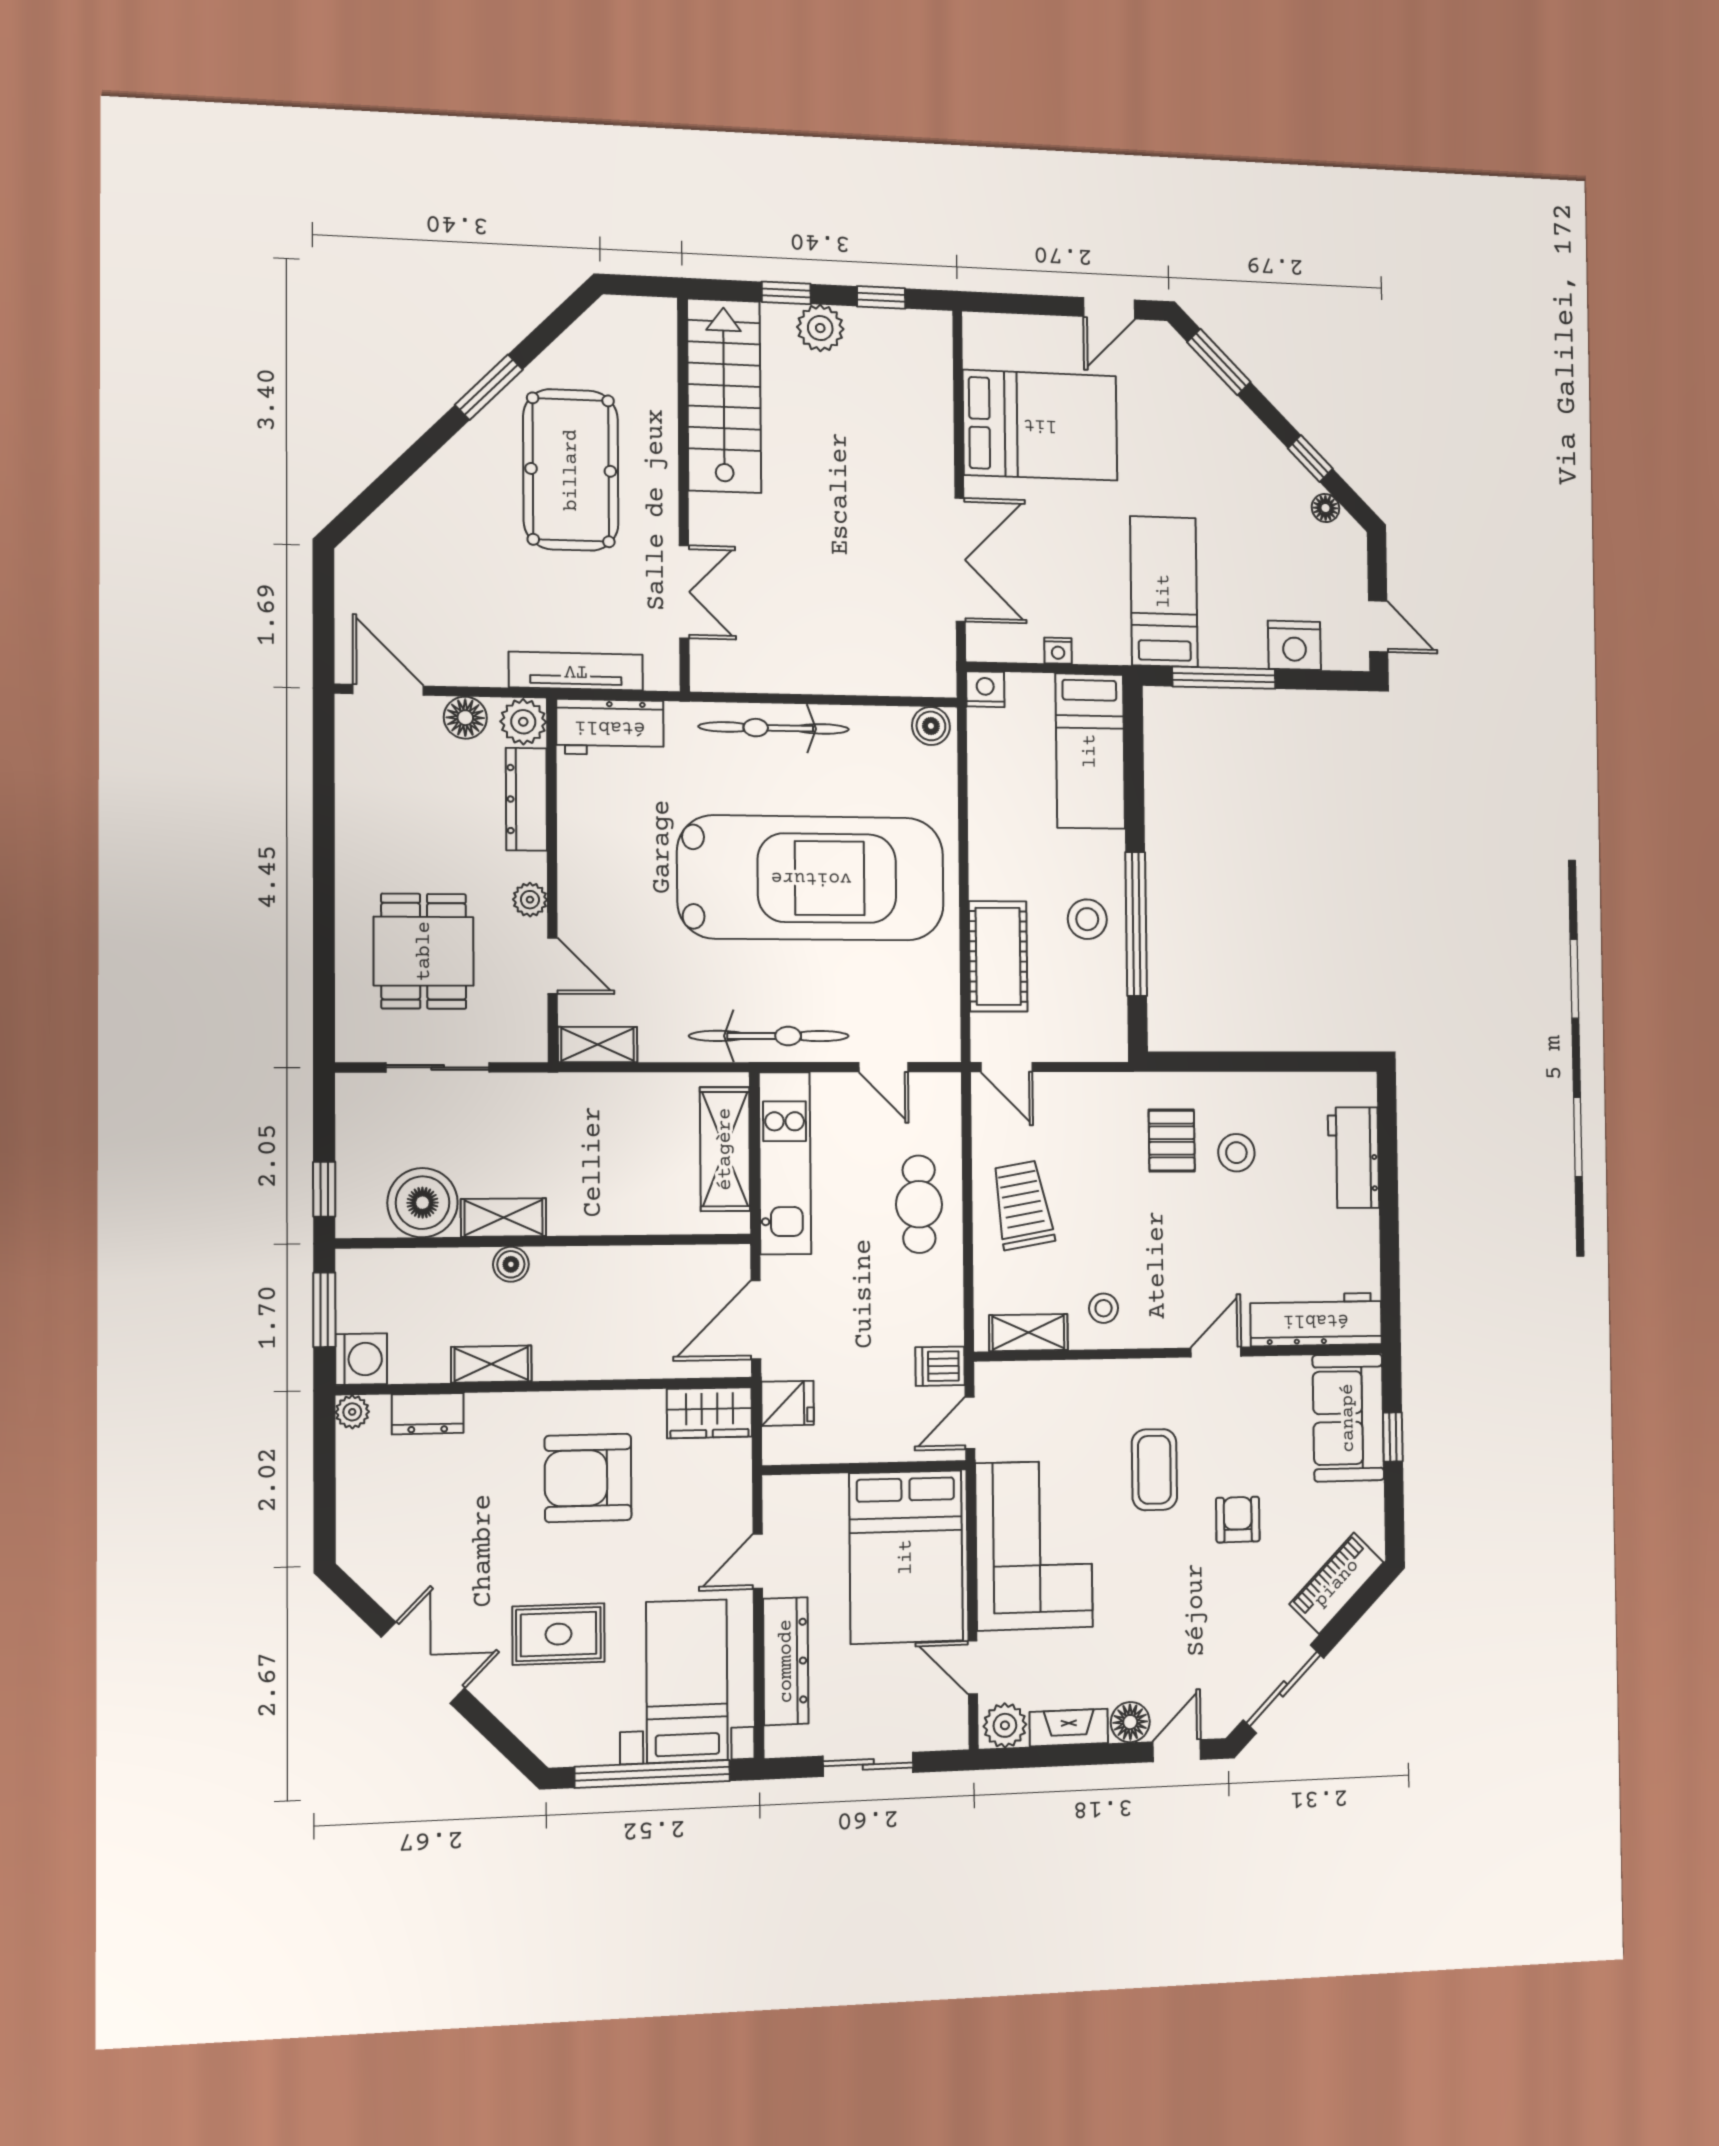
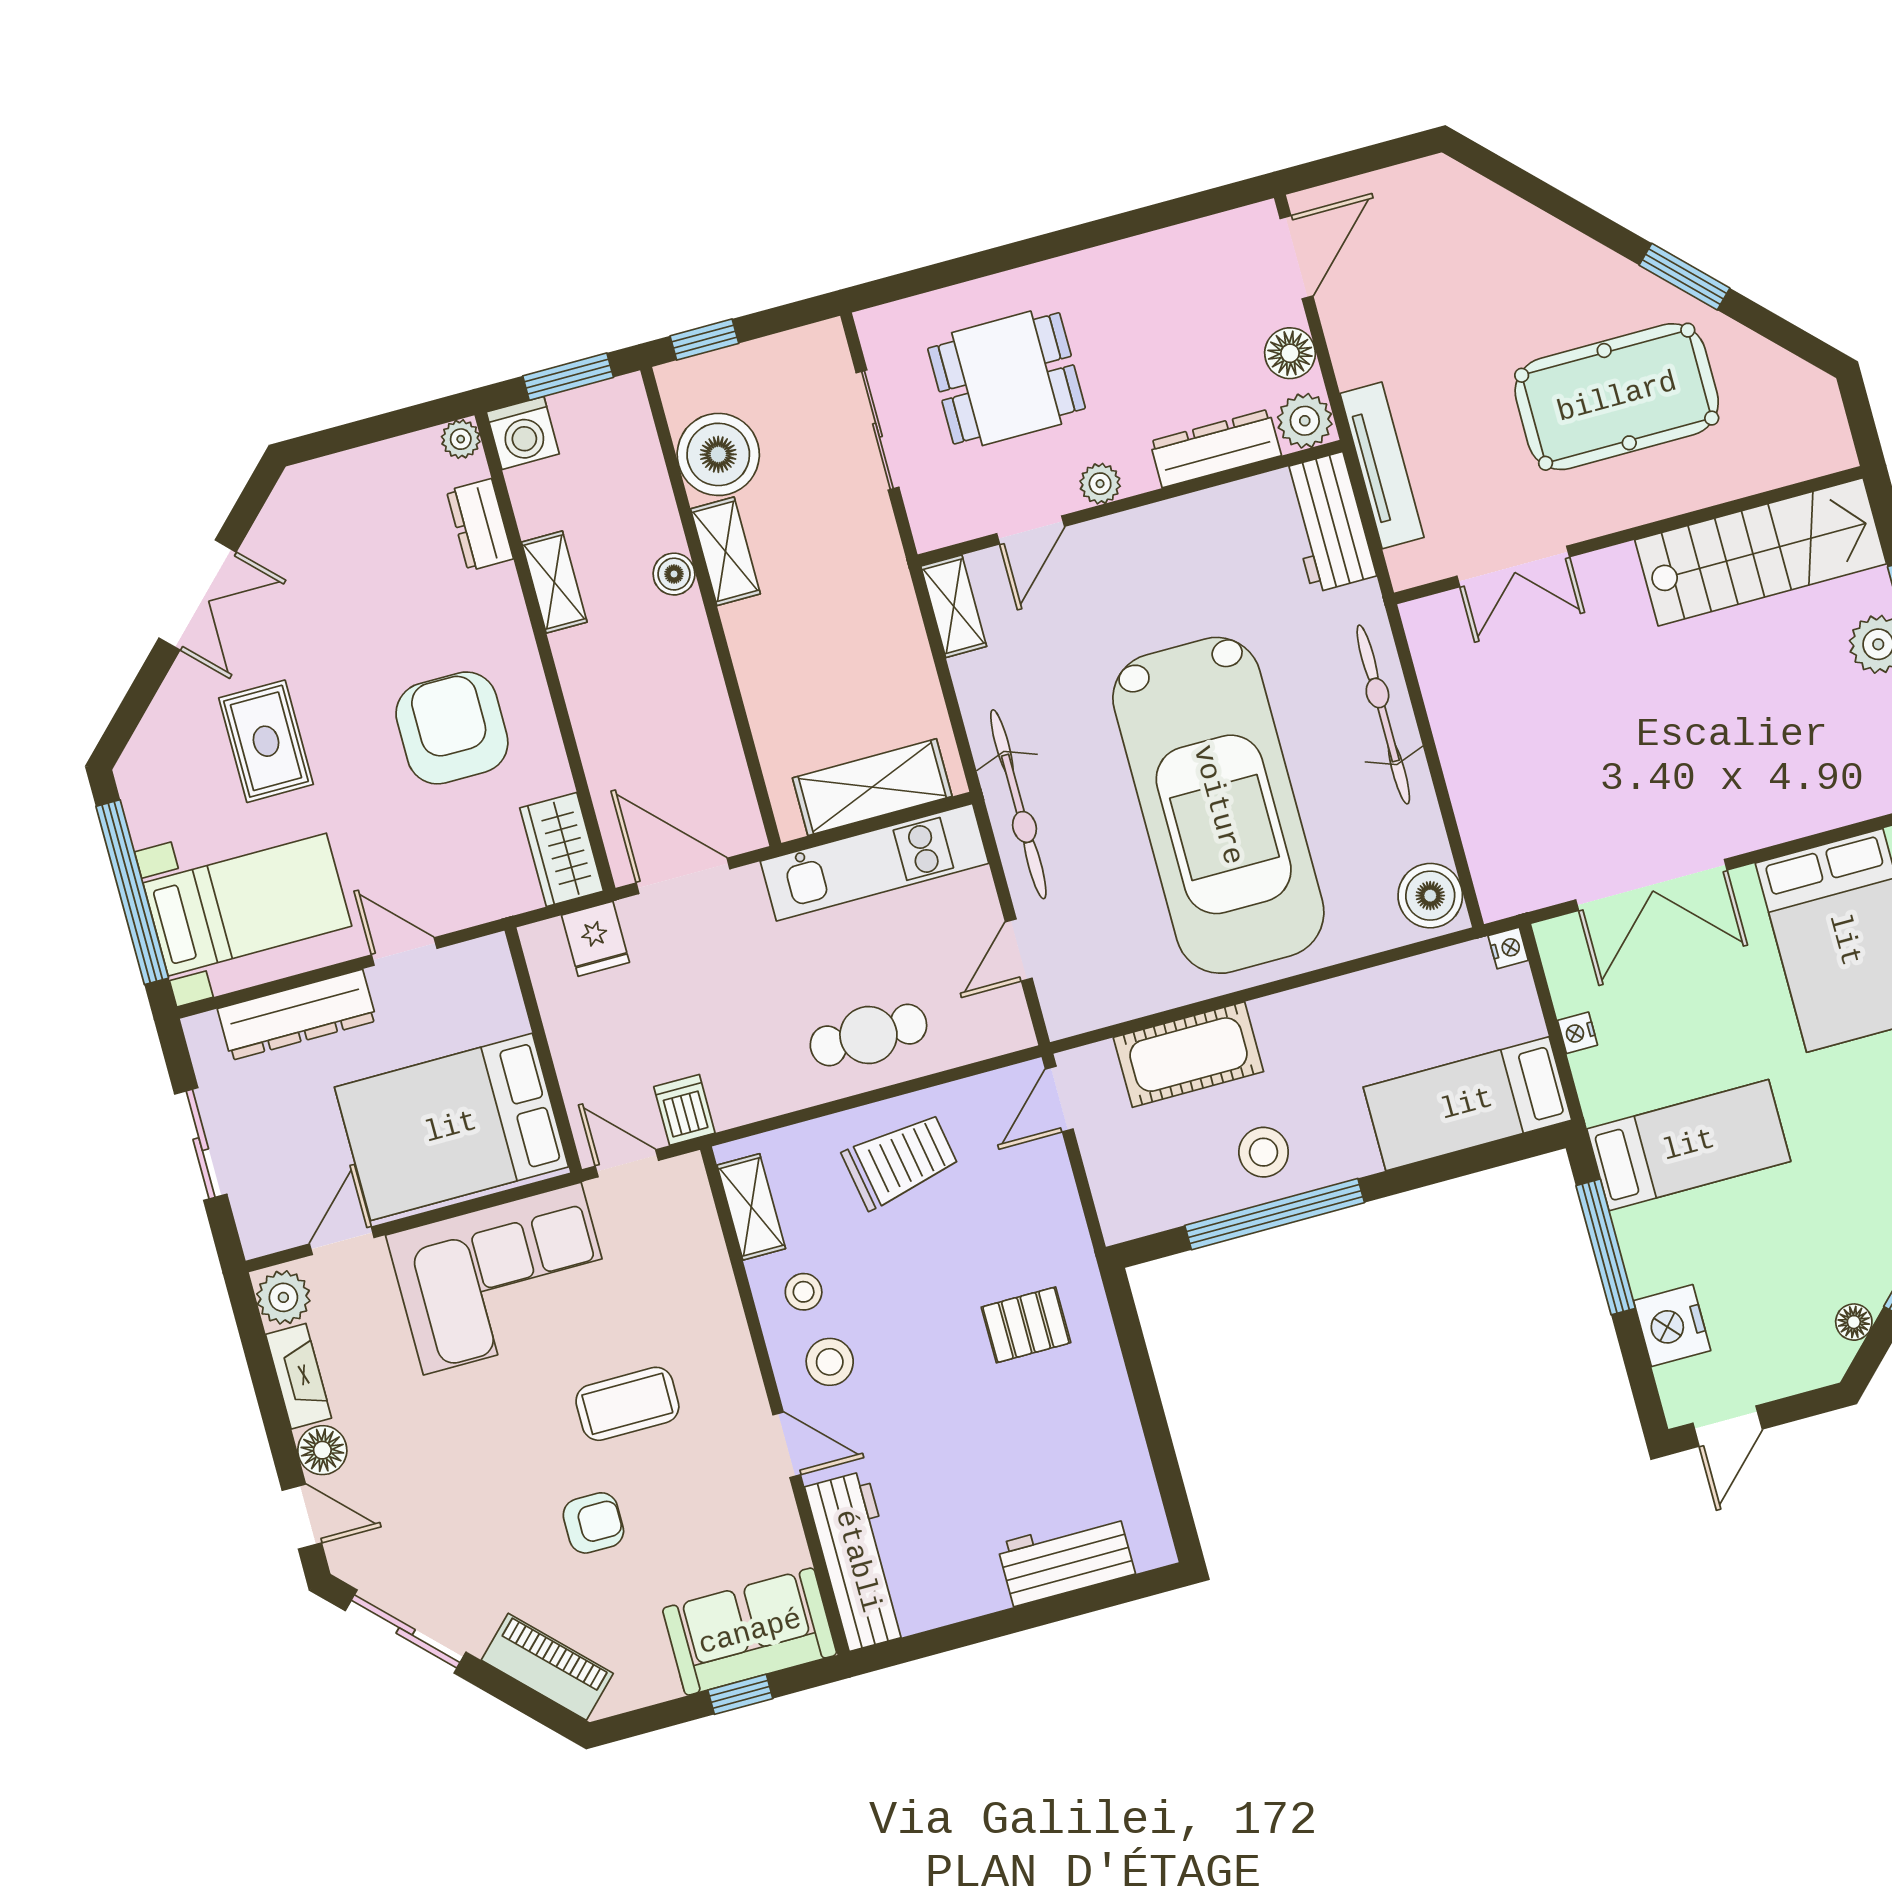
nightstand: (985, 689) -> (1508, 948), width x0.72, depth x0.74
boiler: (931, 726) -> (1430, 896), width x1.36, depth x1.36
stool: (1236, 1153) -> (830, 1362), moved

